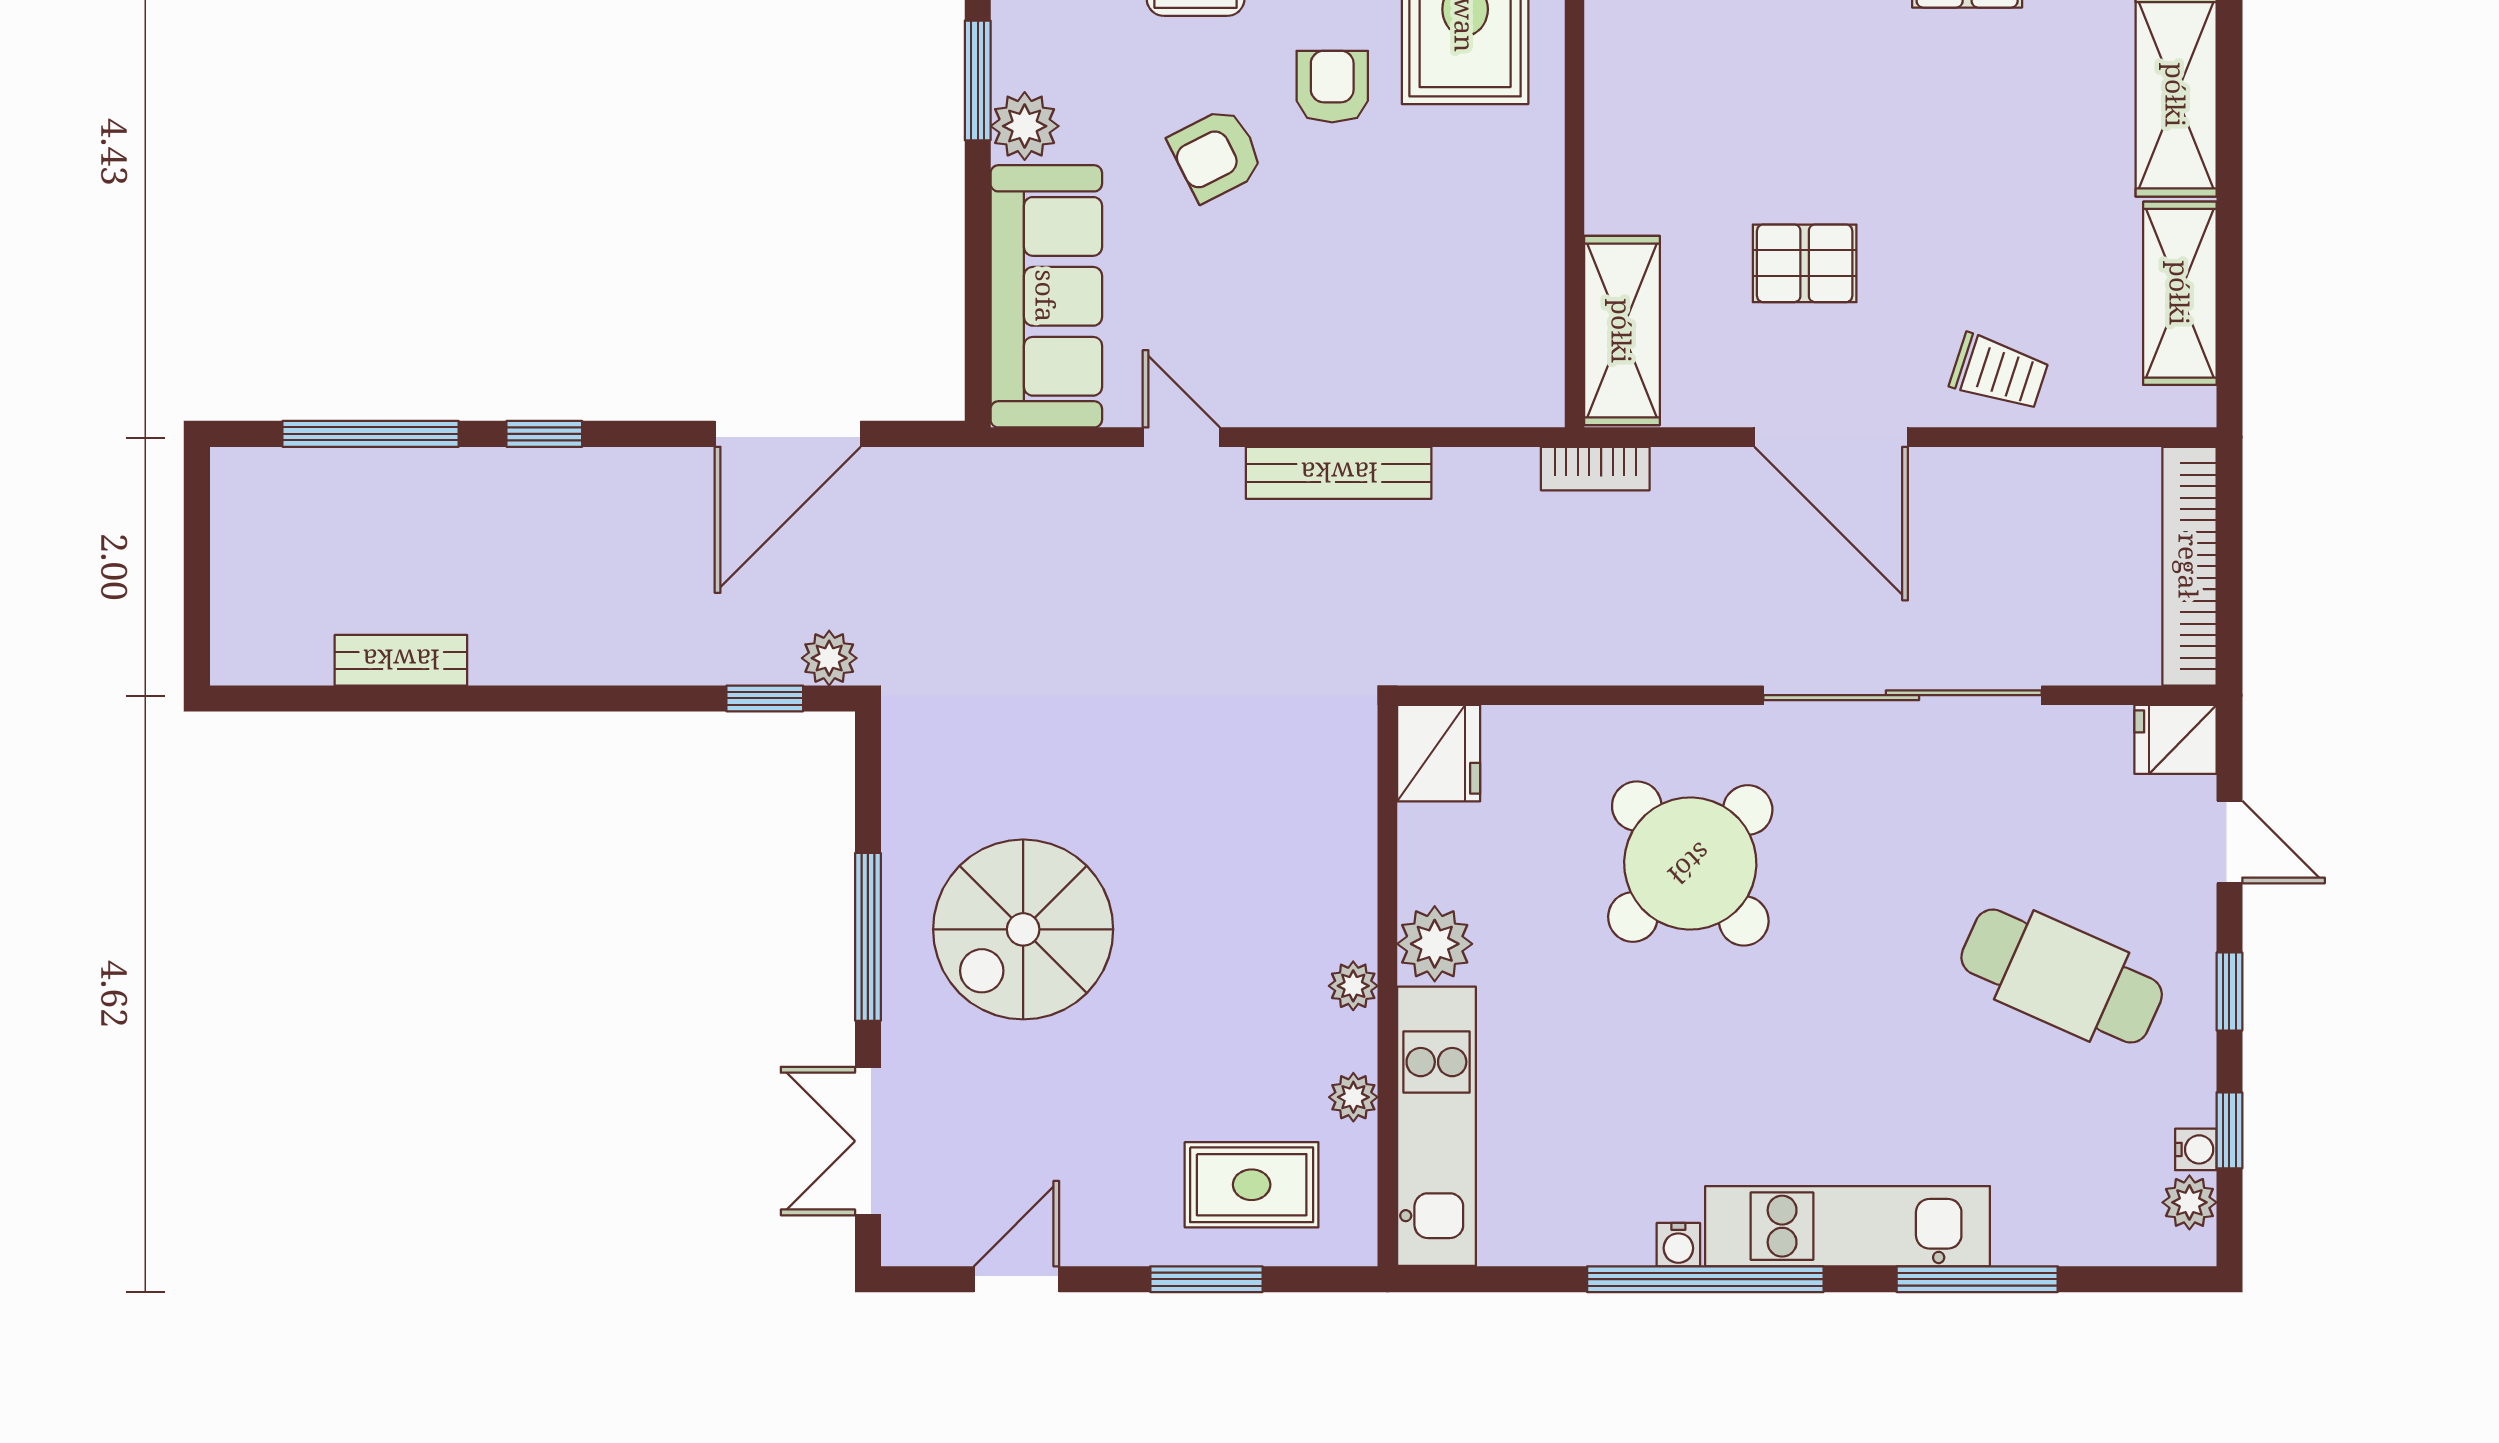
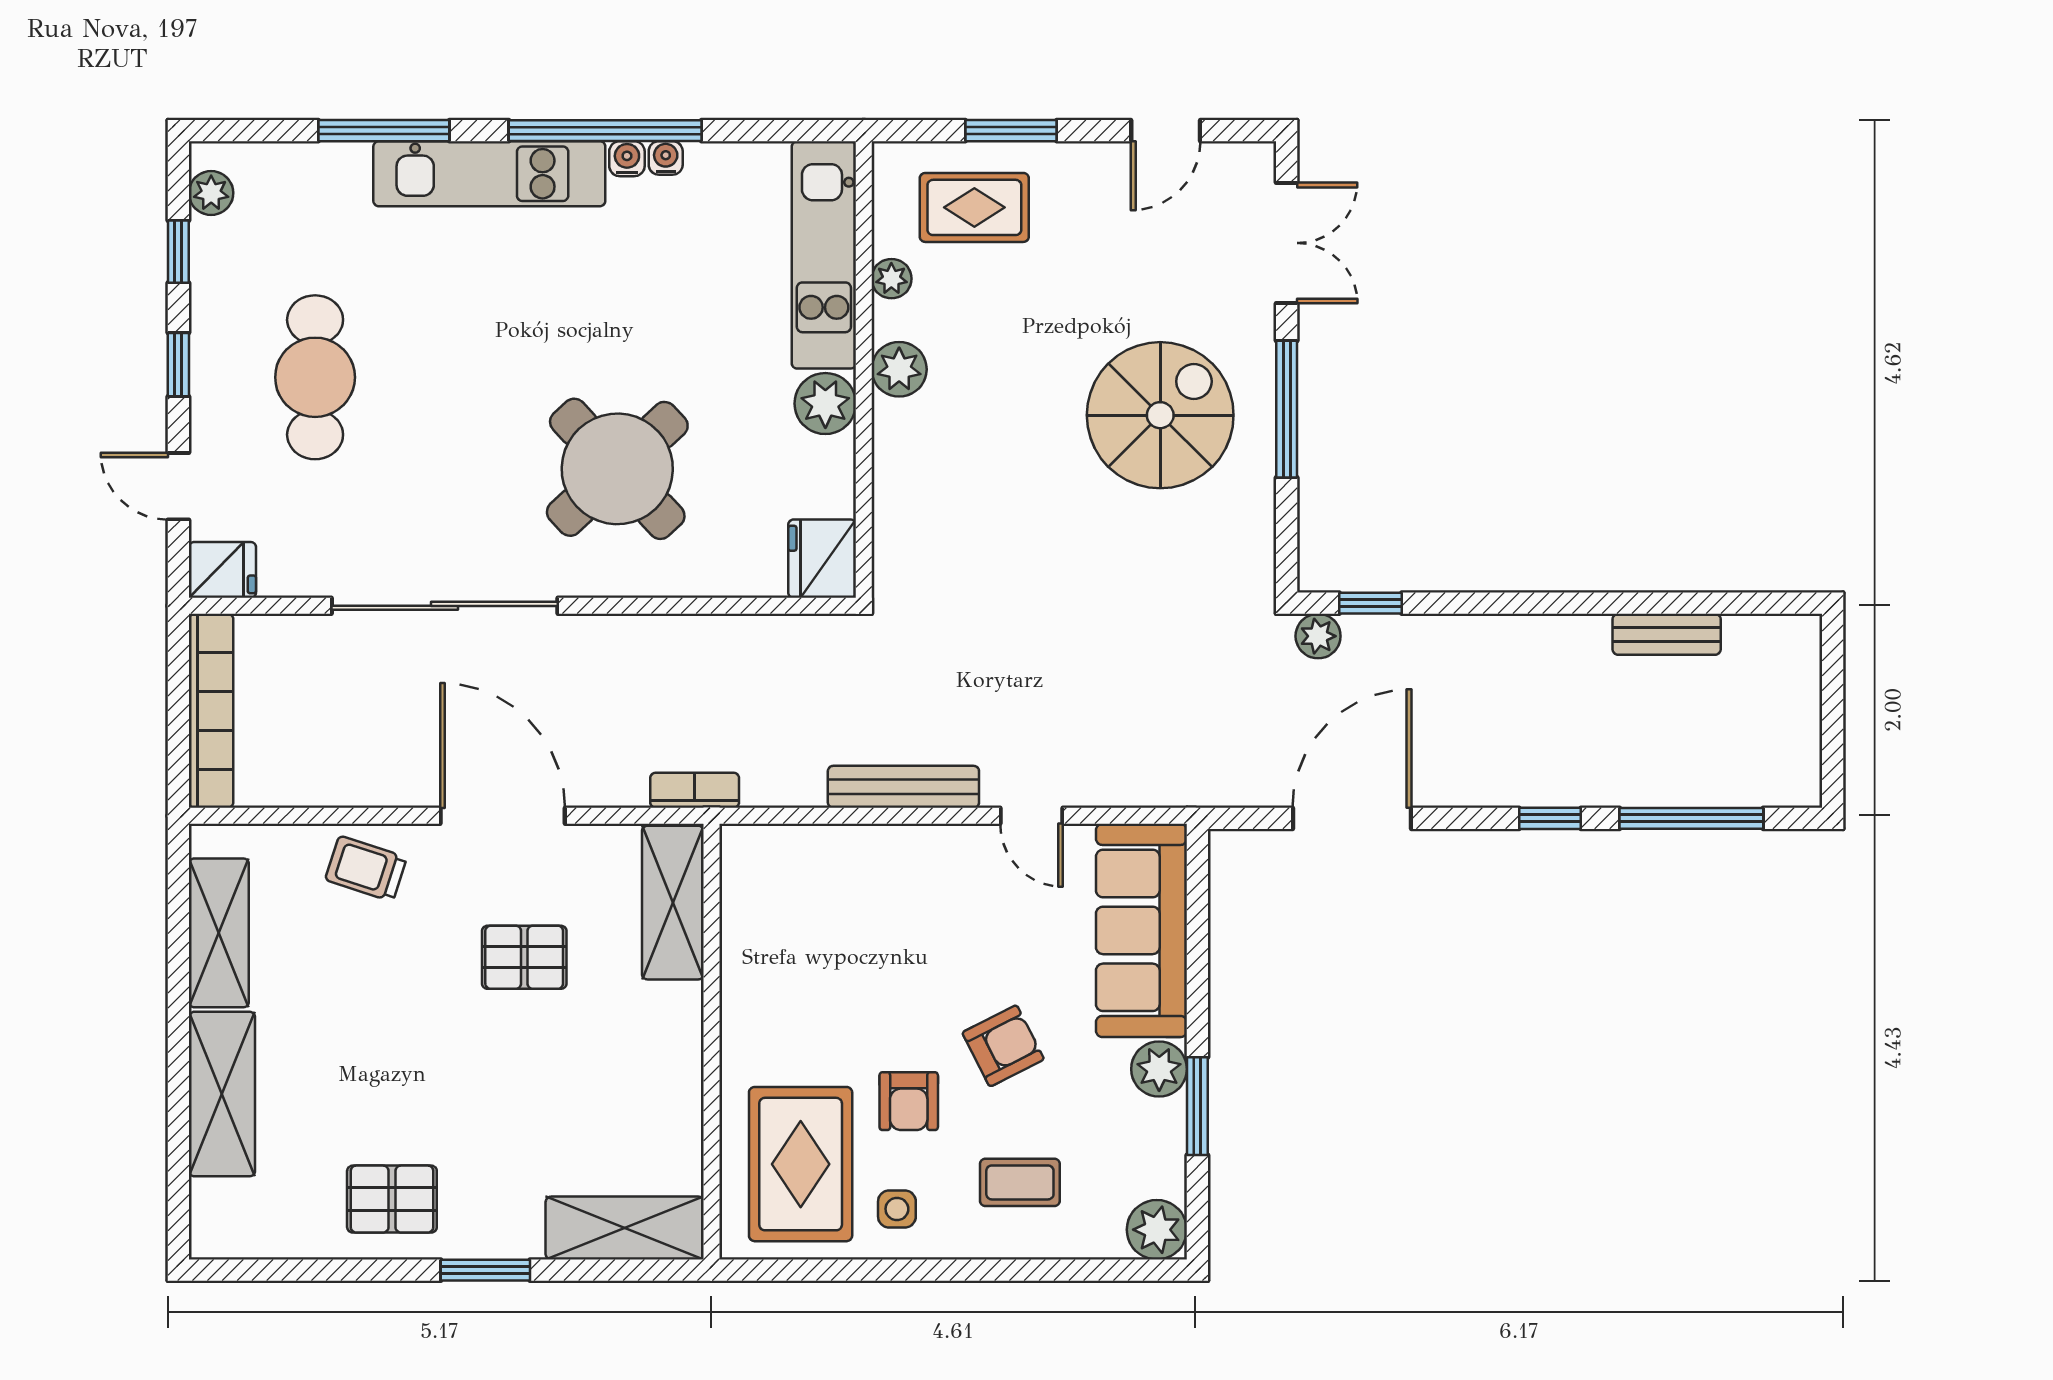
cafe table: (2062, 976) -> (315, 377), turned 66
plant: (1353, 986) -> (899, 369), width x1.38, depth x1.38
water cooler: (2196, 1149) -> (666, 158), moved, turned 90

